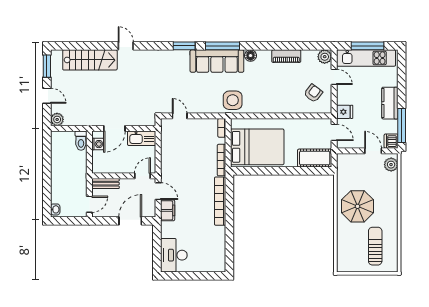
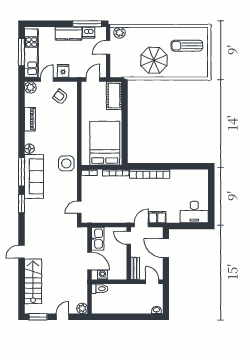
fridge: (345, 112) -> (63, 71), moved
dishwasher: (391, 141) -> (89, 33), moved

